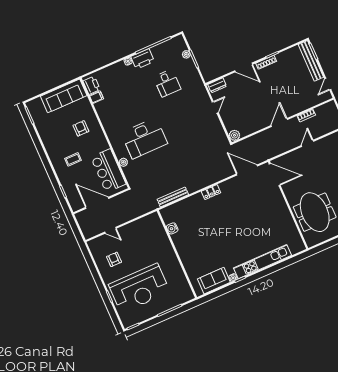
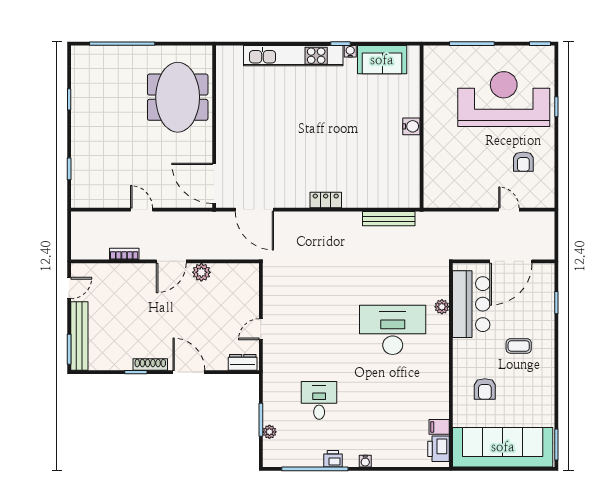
printer: (143, 59) -> (333, 459), width x0.53, depth x0.68
sofa: (64, 96) -> (503, 447), width x1.36, depth x1.27
plant: (234, 135) -> (201, 272), moved
door: (307, 143) -> (142, 210), swing flipped
door: (97, 203) -> (511, 261), hinge flipped
water cooler: (172, 228) -> (411, 126), moved

